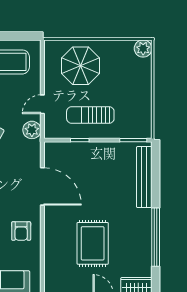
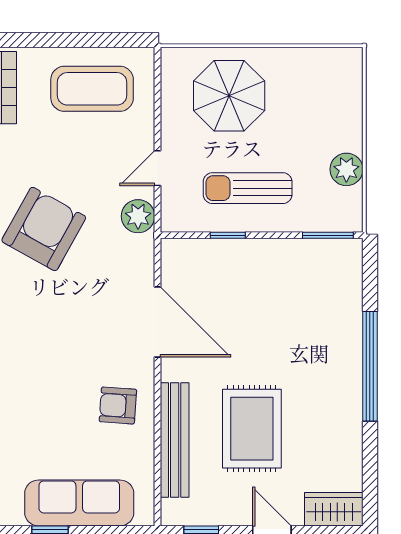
plant: (143, 48) -> (346, 169), moved
bench: (144, 177) -> (175, 440), moved
armchair: (21, 231) -> (118, 406), turned 94
window: (156, 237) -> (370, 366), moved

